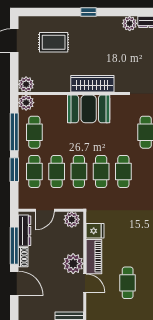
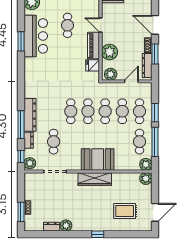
window: (14, 246) -> (155, 54), width x0.69
plant: (73, 264) -> (110, 52), moved

